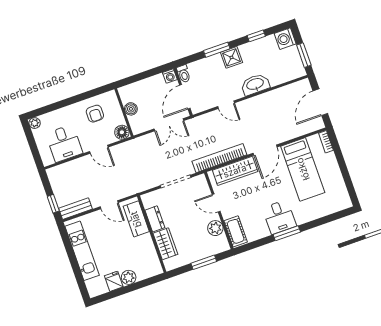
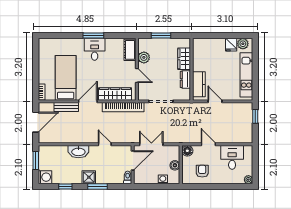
washing machine: (170, 76) -> (163, 179), moved
bench: (75, 209) -> (66, 107), moved
plant: (129, 277) -> (243, 44), moved

